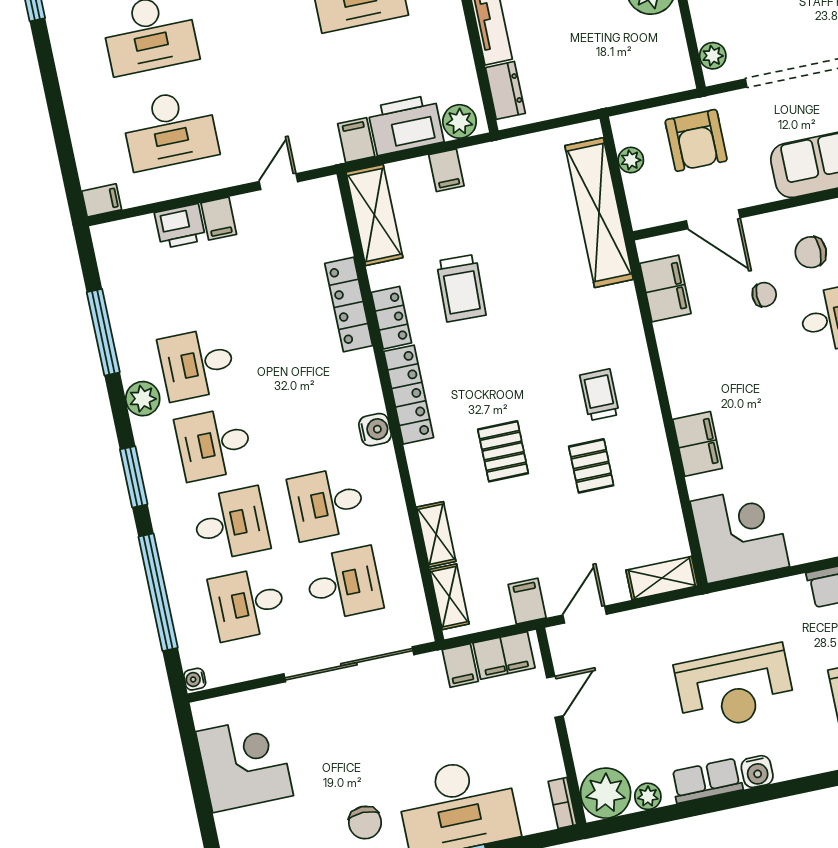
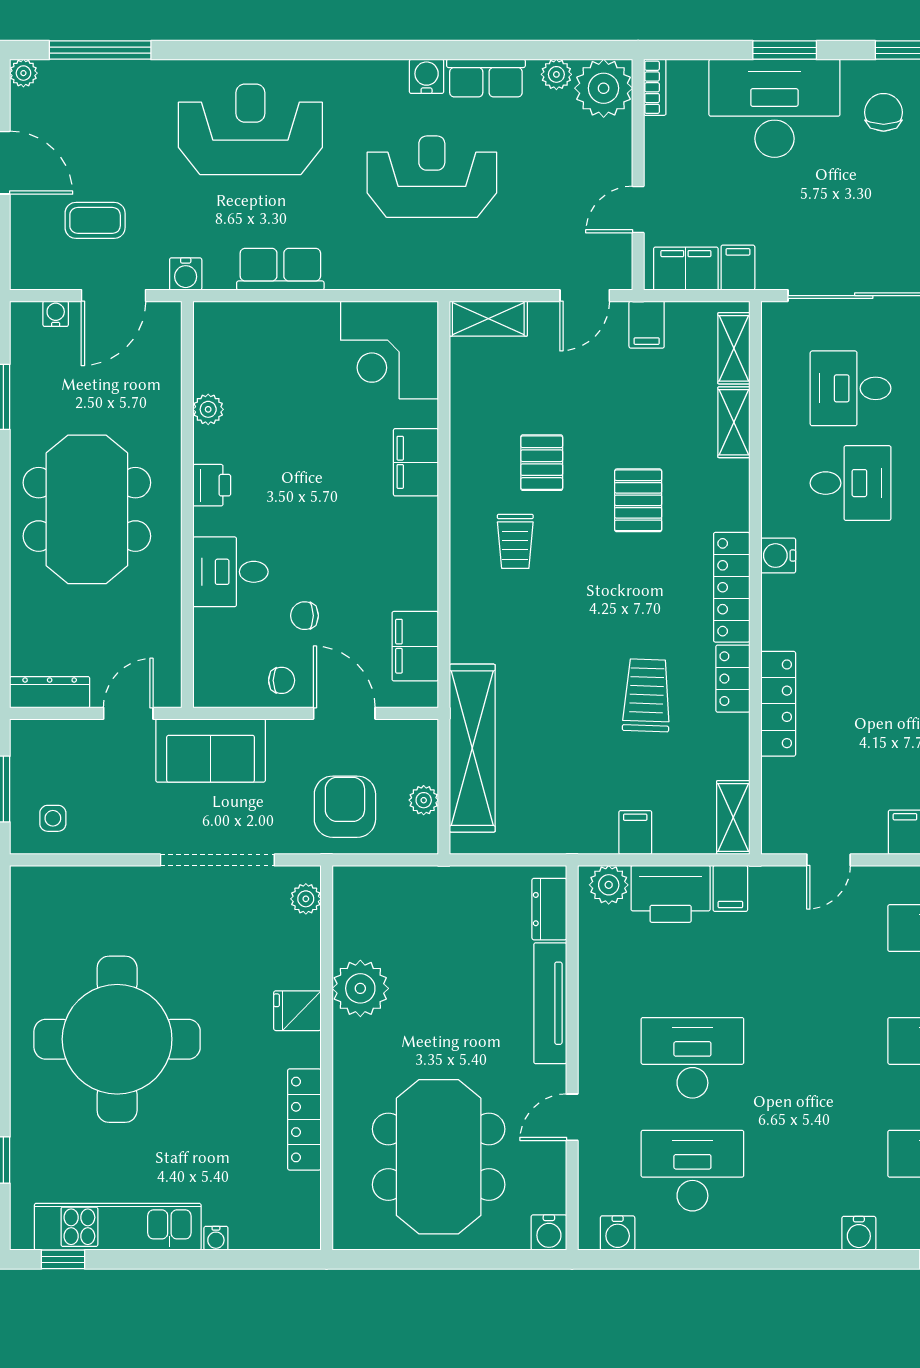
shelving: (374, 215) -> (733, 818), width x0.67, depth x0.75
chair: (811, 252) -> (282, 680), moved, width x0.73, depth x0.73

